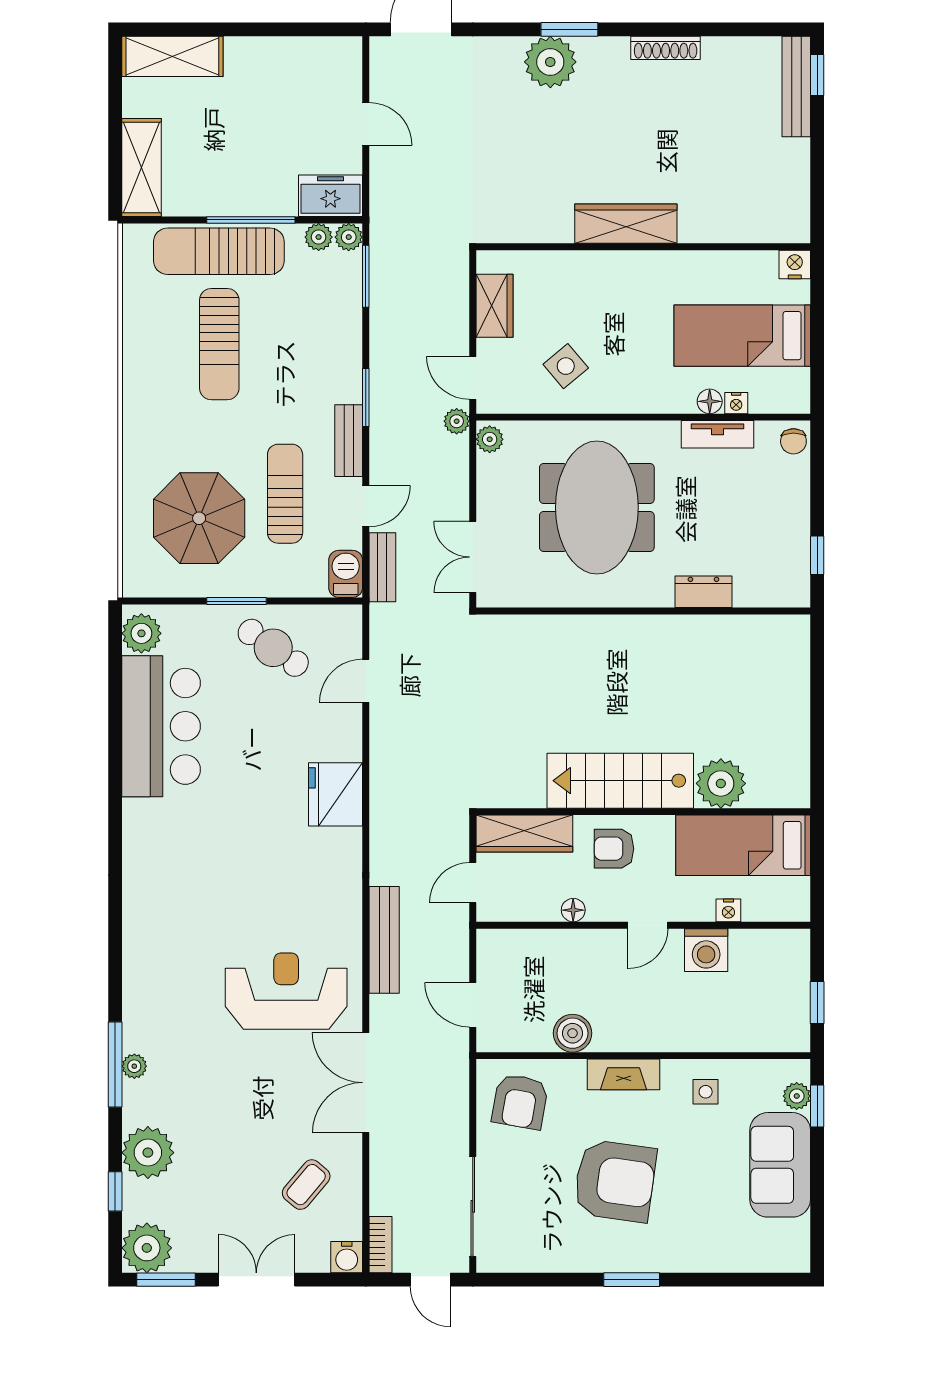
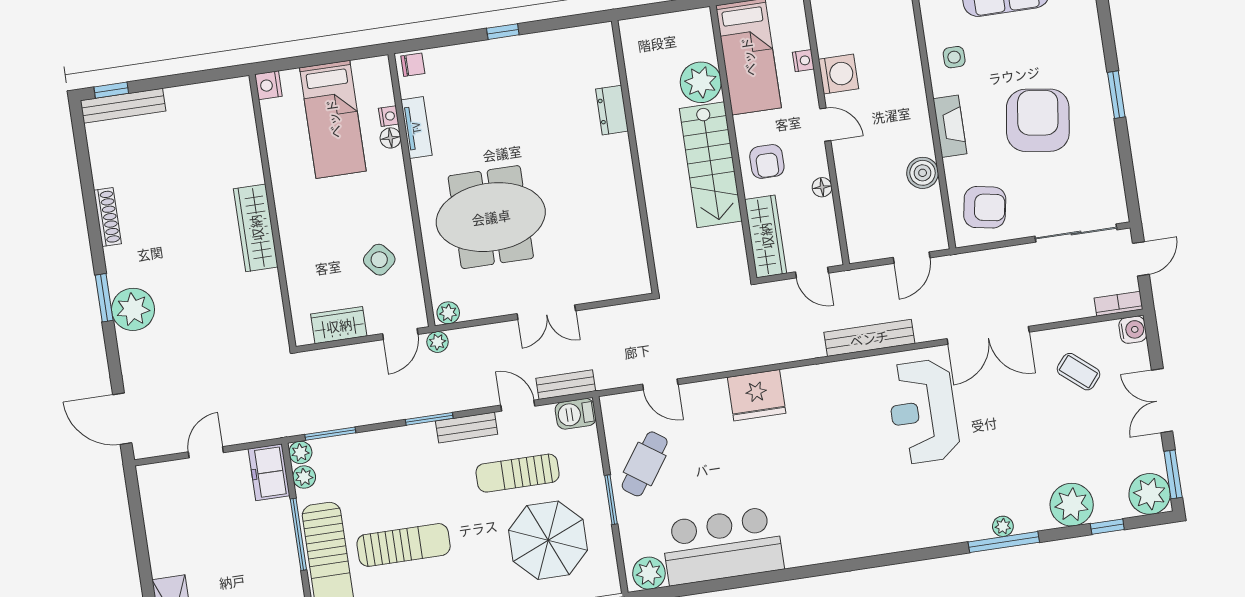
dresser: (703, 592) -> (612, 110), moved
wall: (643, 611) -> (635, 157), moved

